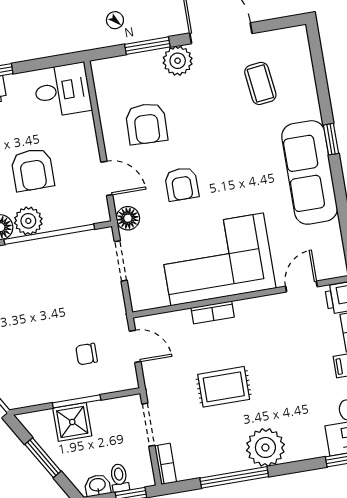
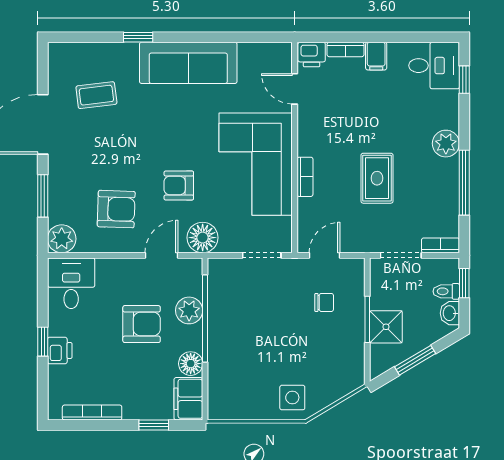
plant: (178, 61) -> (62, 239), moved
window: (331, 139) -> (138, 37), moved
armchair: (182, 184) -> (179, 185), turned 180
floor lamp: (128, 218) -> (203, 238), width x1.38, depth x1.38
plant: (28, 221) -> (189, 310), moved
doorway: (121, 261) -> (262, 255), moved
chair: (87, 354) -> (324, 302), turned -90
plant: (265, 447) -> (446, 144), width x0.73, depth x0.73

